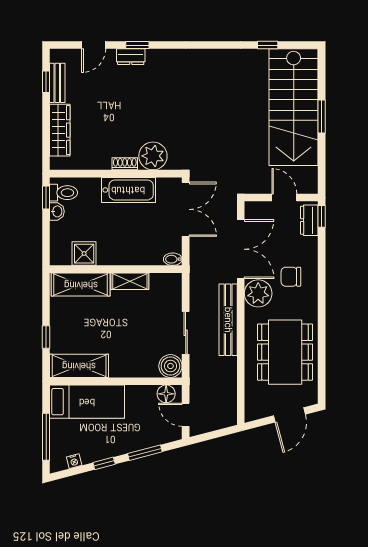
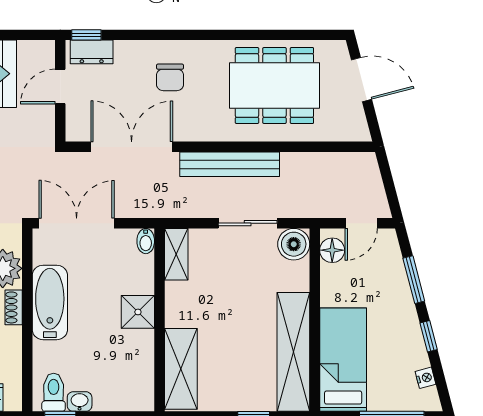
shower: (84, 254) -> (138, 312), moved
shelving: (130, 281) -> (176, 254), moved
plant: (258, 293) -> (193, 123), removed
shelving: (79, 366) -> (293, 352), width x1.47

